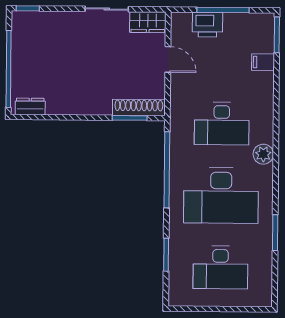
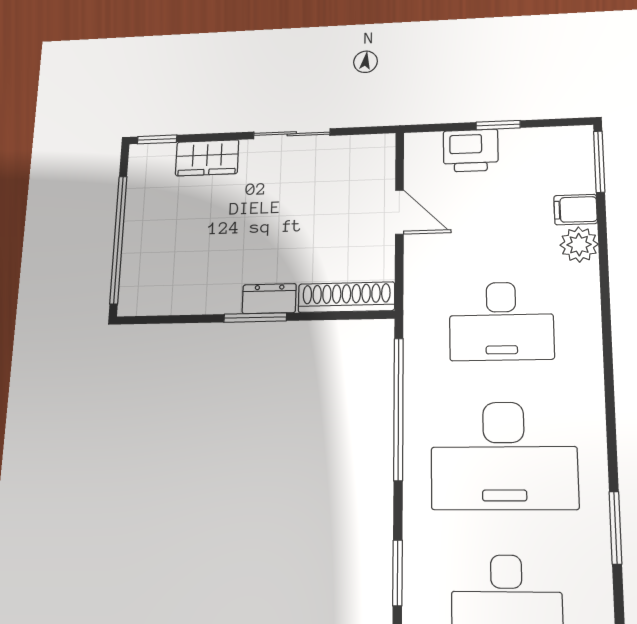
window: (223, 10) -> (498, 125), width x0.46
wardrobe: (148, 22) -> (207, 158), moved
dresser: (30, 106) -> (269, 299), moved
window: (130, 118) -> (255, 318), moved
plant: (263, 154) -> (579, 245), moved

